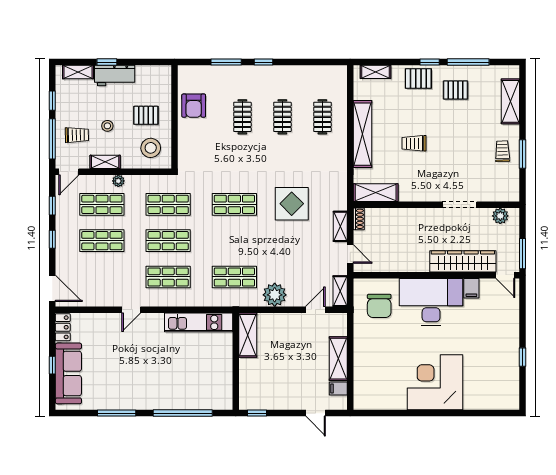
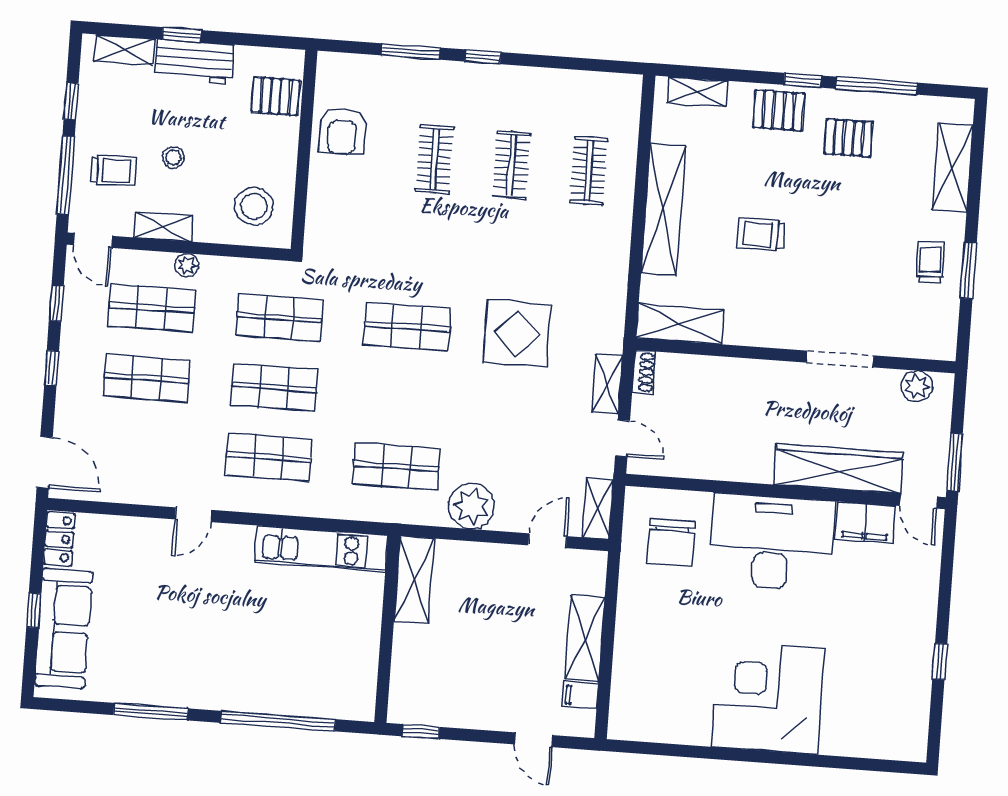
pallet: (146, 115) -> (276, 96), moved
door: (69, 172) -> (93, 240), hinge flipped
filing cabinet: (471, 288) -> (865, 523), width x2.00

